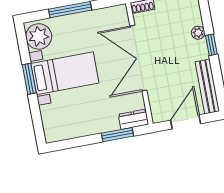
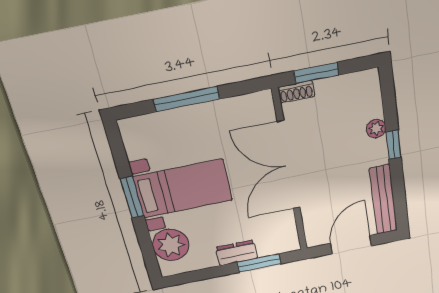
plant: (39, 36) -> (171, 245), moved
dresser: (133, 119) -> (237, 253), moved

